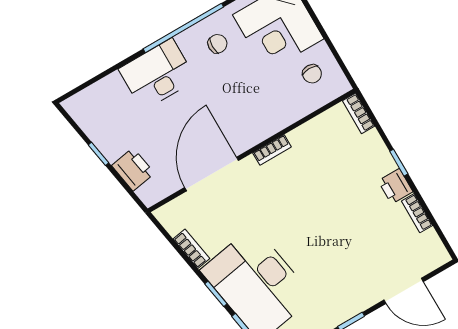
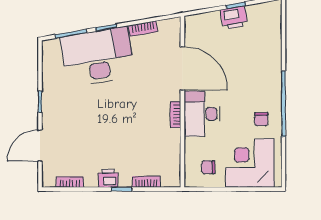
desk: (157, 74) -> (202, 114), moved, turned 180
bookcase: (359, 113) -> (146, 182), moved
printer: (133, 169) -> (234, 18), moved
bookcase: (417, 213) -> (70, 182), moved

